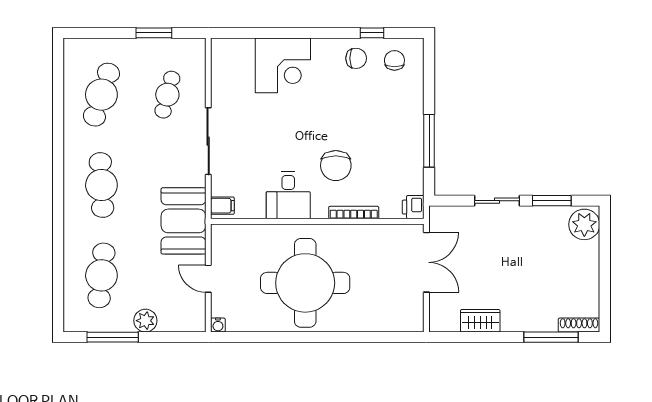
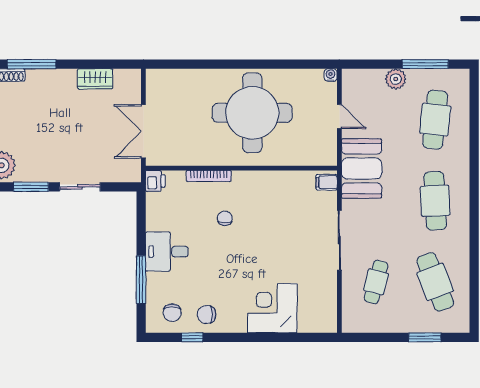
window: (154, 33) -> (425, 337), moved
cafe table: (101, 95) -> (435, 282), turned -39
window: (429, 141) -> (141, 280), moved
chair: (336, 166) -> (225, 218), width x0.54, depth x0.54
desk: (288, 195) -> (167, 252), moved, turned -90

